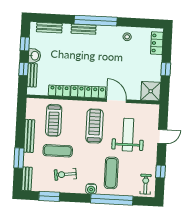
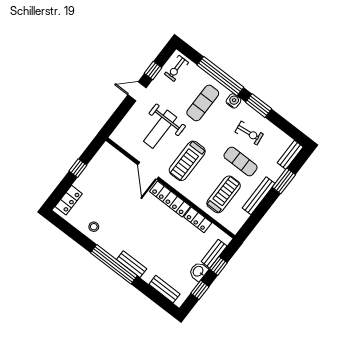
shower: (151, 91) -> (108, 157), removed
door: (162, 136) -> (137, 91), moved
window: (49, 196) -> (259, 106), moved

